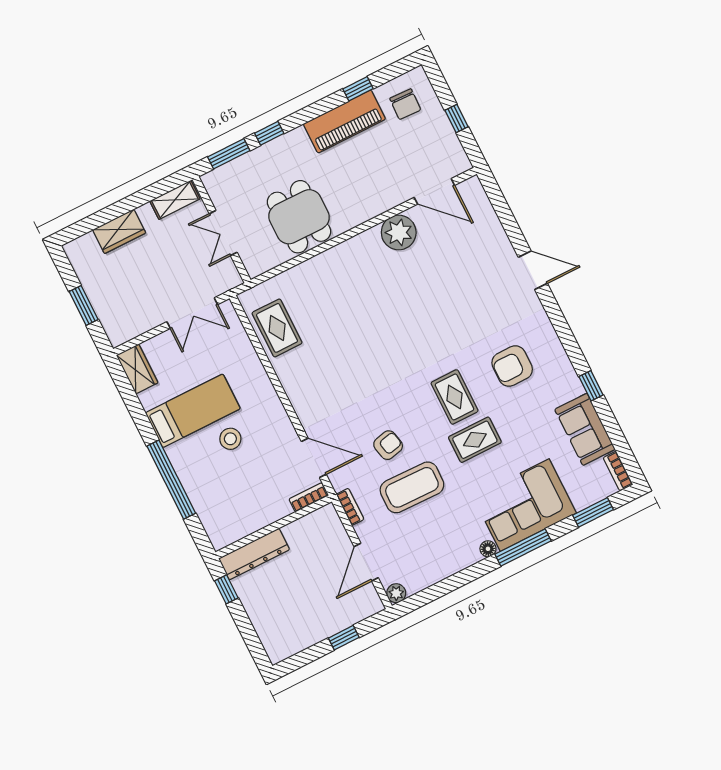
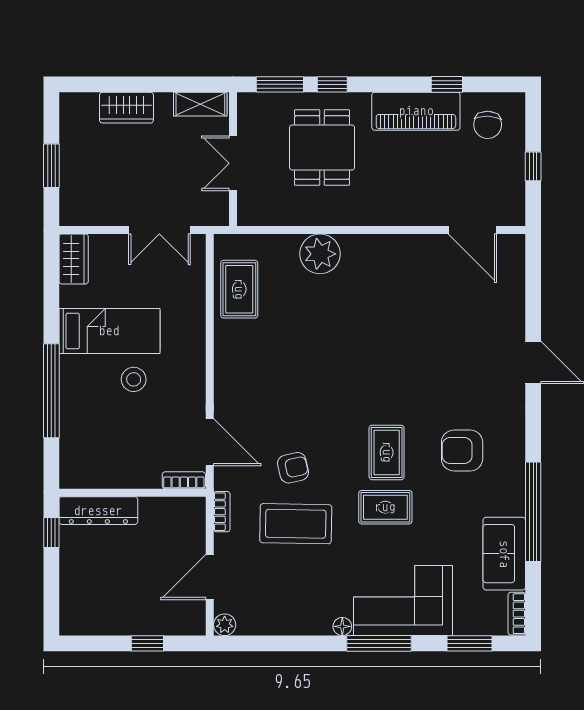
dining table: (299, 217) -> (322, 147), moved
plant: (399, 232) -> (320, 254), moved
window: (591, 386) -> (533, 512), width x3.17

